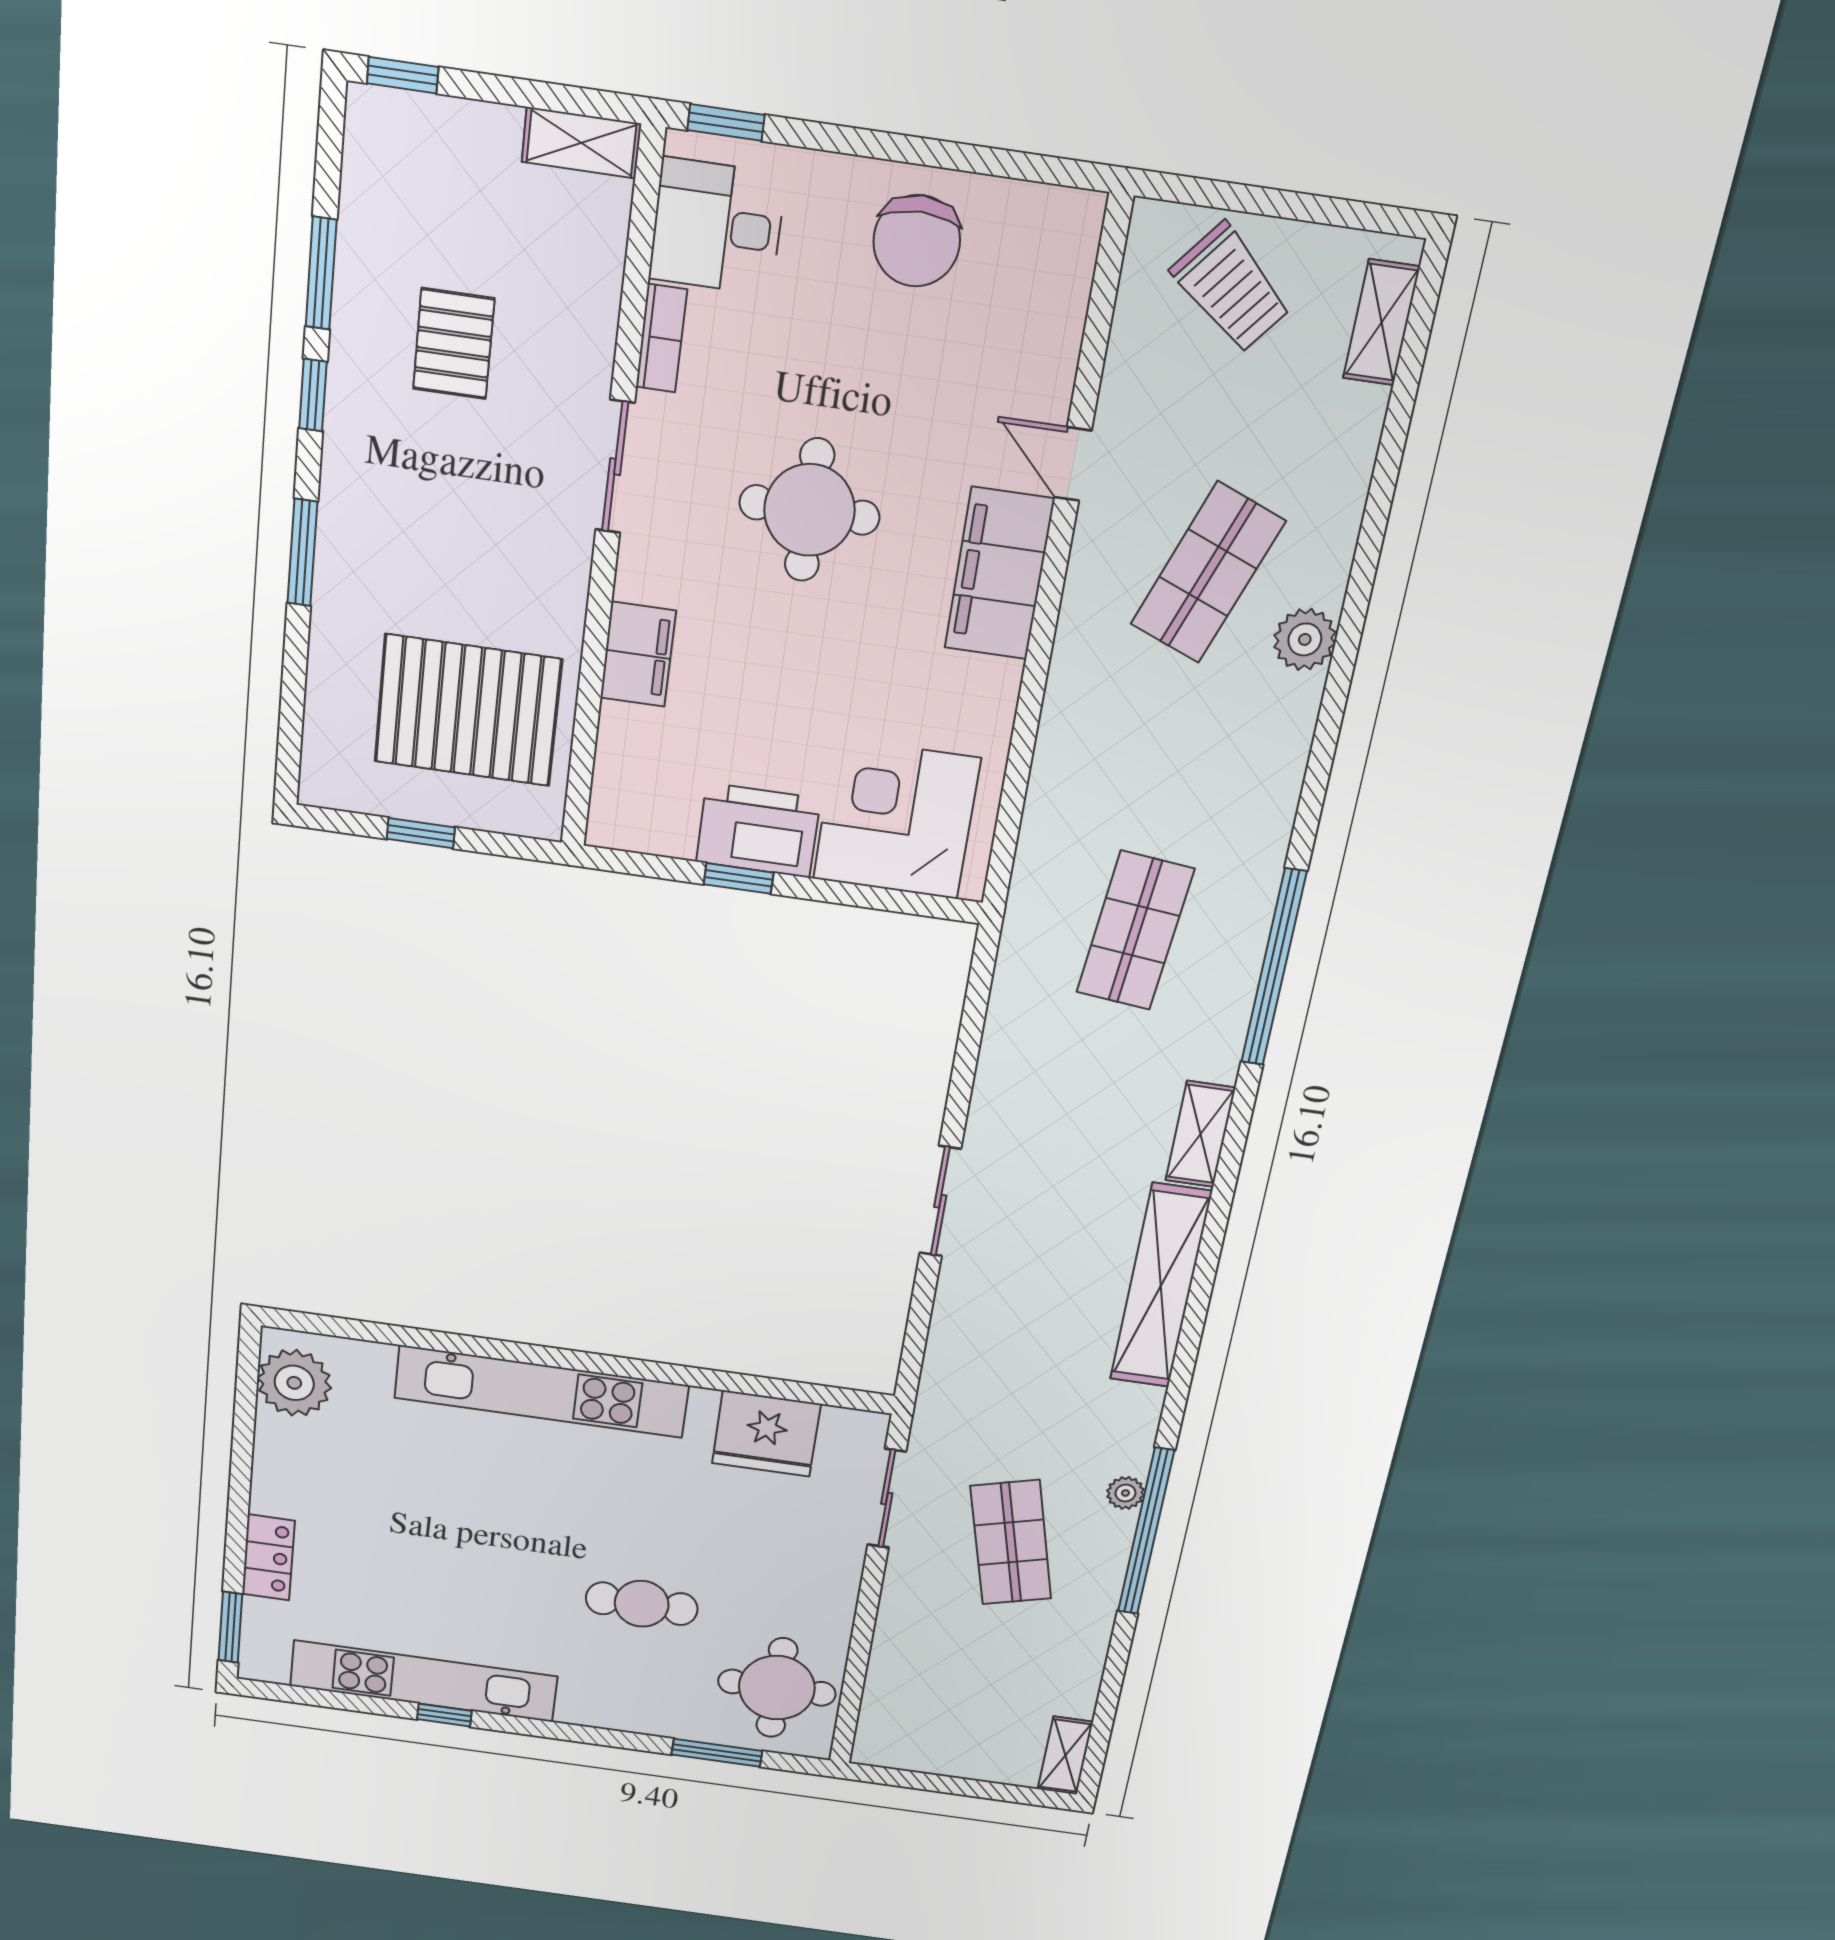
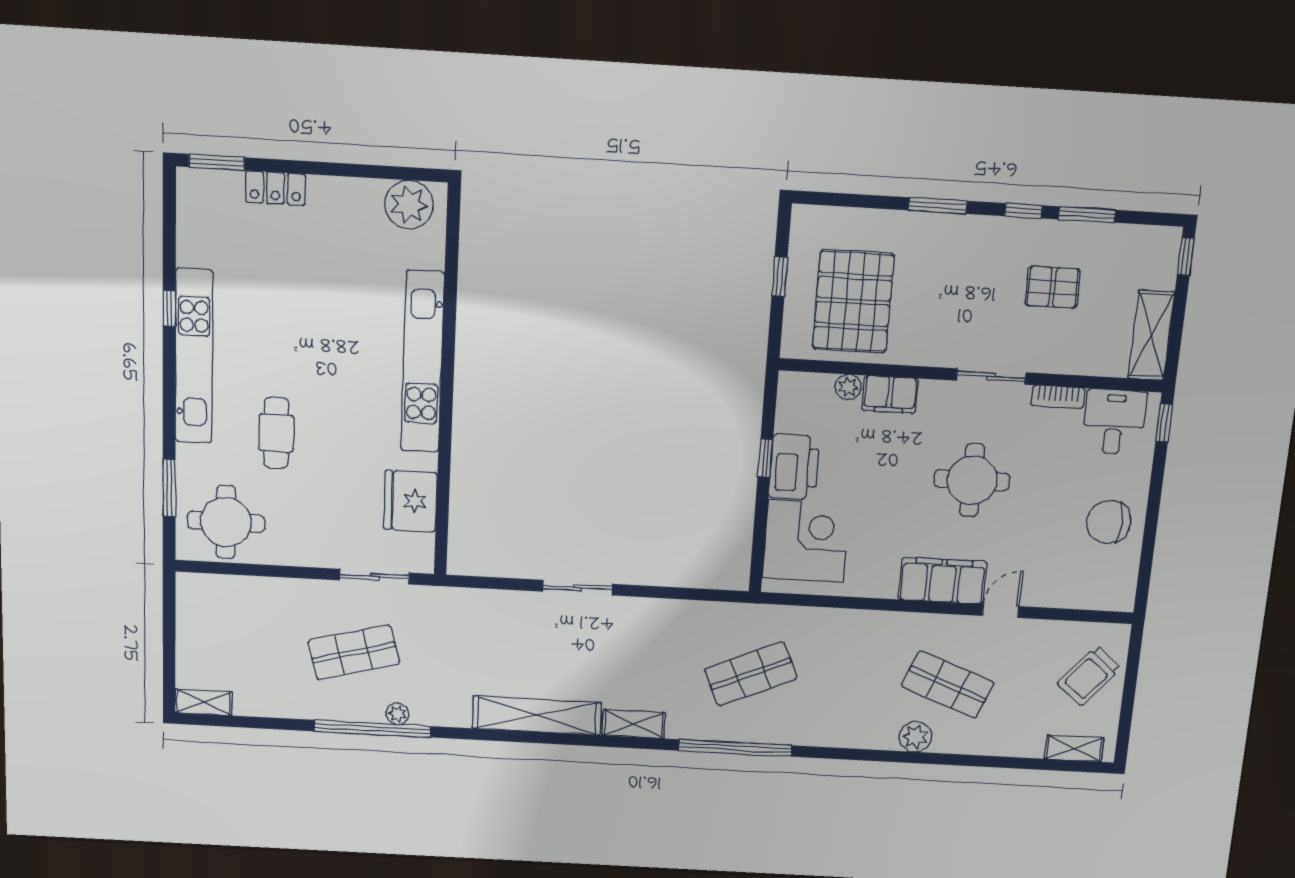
shelving: (581, 143) -> (1151, 335), width x1.50, depth x1.33
plant: (620, 728) -> (848, 387), added
shop shelf: (1135, 931) -> (751, 674), turned -30
kitchen unit: (424, 1681) -> (194, 356), moved

